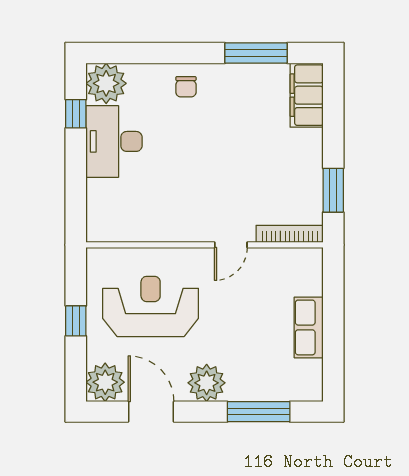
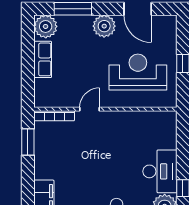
reception desk: (151, 306) -> (138, 72), turned 180
plant: (105, 382) -> (46, 26), moved

